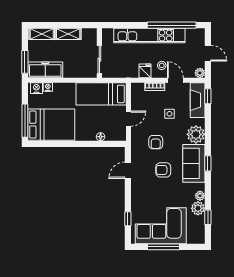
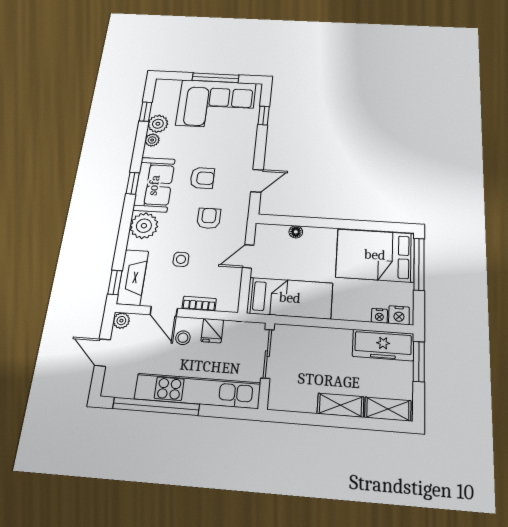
wall: (99, 53) -> (266, 365), moved
sliding door: (99, 60) -> (267, 354), moved

